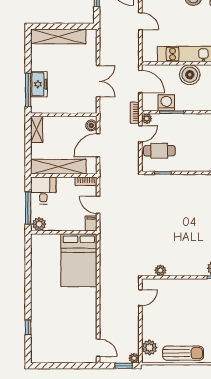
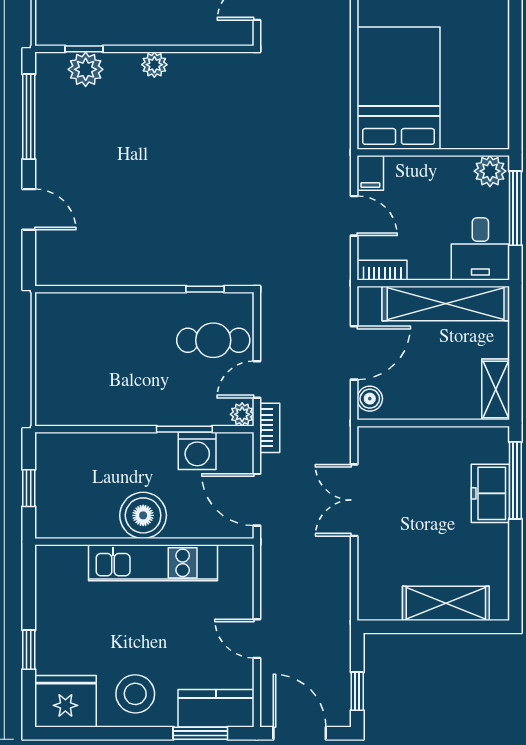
shelving: (58, 36) -> (446, 603), width x0.68
plant: (160, 270) -> (154, 65), moved

